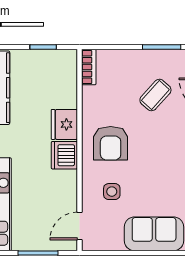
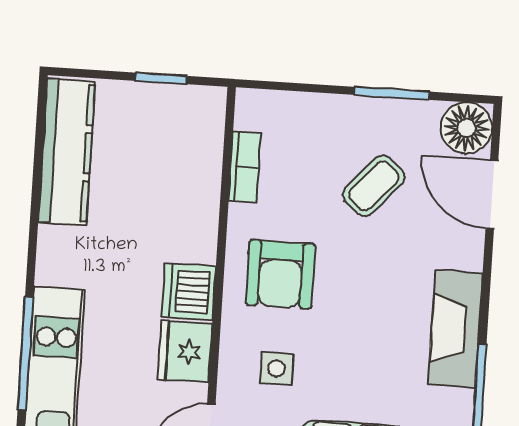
bookcase: (89, 67) -> (245, 167), moved
fridge: (64, 124) -> (185, 352), moved

